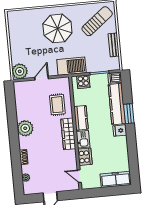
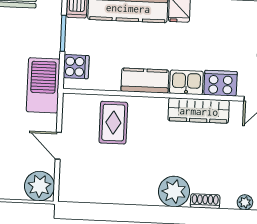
rug: (57, 105) -> (113, 123), turned 90
plant: (25, 128) -> (174, 191), moved
wardrobe: (68, 134) -> (199, 111), moved

